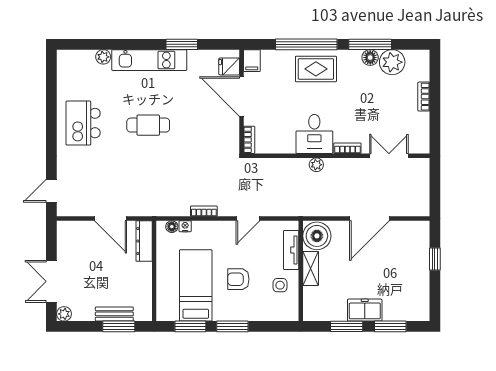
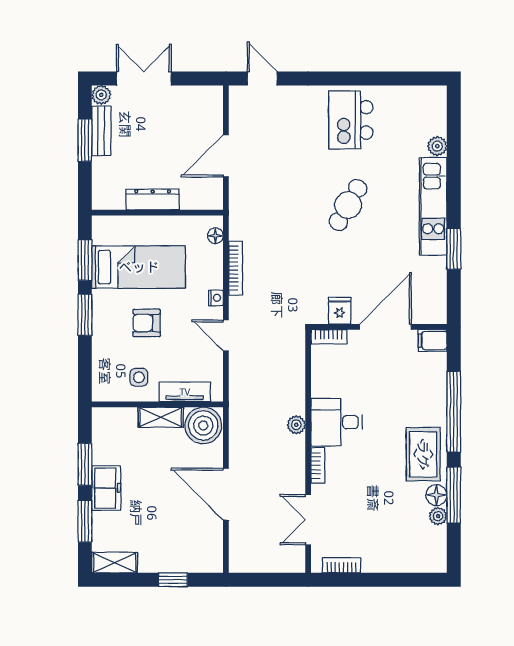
plant: (392, 62) -> (438, 516), width x0.53, depth x0.53
fridge: (229, 66) -> (340, 311), moved
rug: (316, 69) -> (423, 454), moved
bookcase: (424, 97) -> (342, 565), moved
kitchen island: (83, 123) -> (351, 120), turned -90
cafe table: (148, 125) -> (348, 205), turned 30
double door: (389, 156) -> (308, 520), swing flipped
bookcase: (204, 211) -> (236, 268), width x1.56
nightstand: (185, 226) -> (216, 298), moved
dresser: (144, 241) -> (153, 200), moved
armchair: (238, 279) -> (147, 323), turned -90
shelving: (422, 304) -> (115, 563), added
bench: (114, 314) -> (101, 131), moved
window: (119, 326) -> (85, 140), moved

